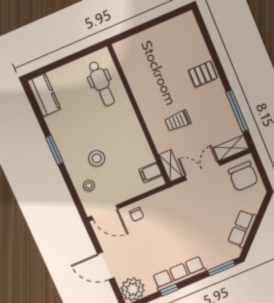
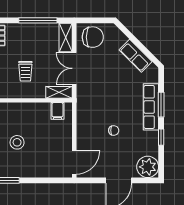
stool: (97, 158) -> (17, 142), moved
stool: (89, 186) -> (47, 165), removed
chair: (137, 214) -> (114, 130), moved
window: (221, 268) -> (161, 105), moved
row of seats: (179, 273) -> (151, 107), moved

